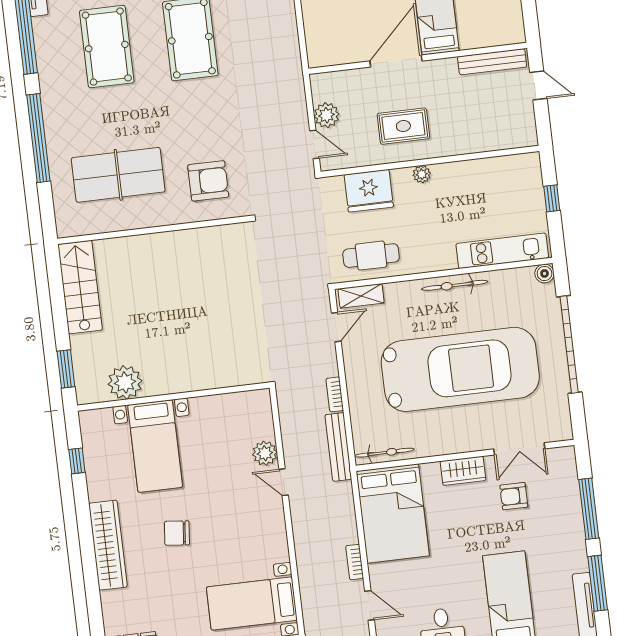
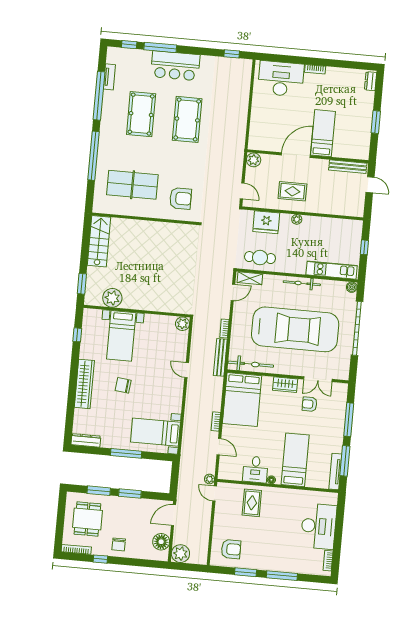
plant: (327, 115) -> (254, 160), moved
plant: (265, 453) -> (182, 324), moved
bicycle: (384, 453) -> (251, 364), width x1.37, depth x1.40

